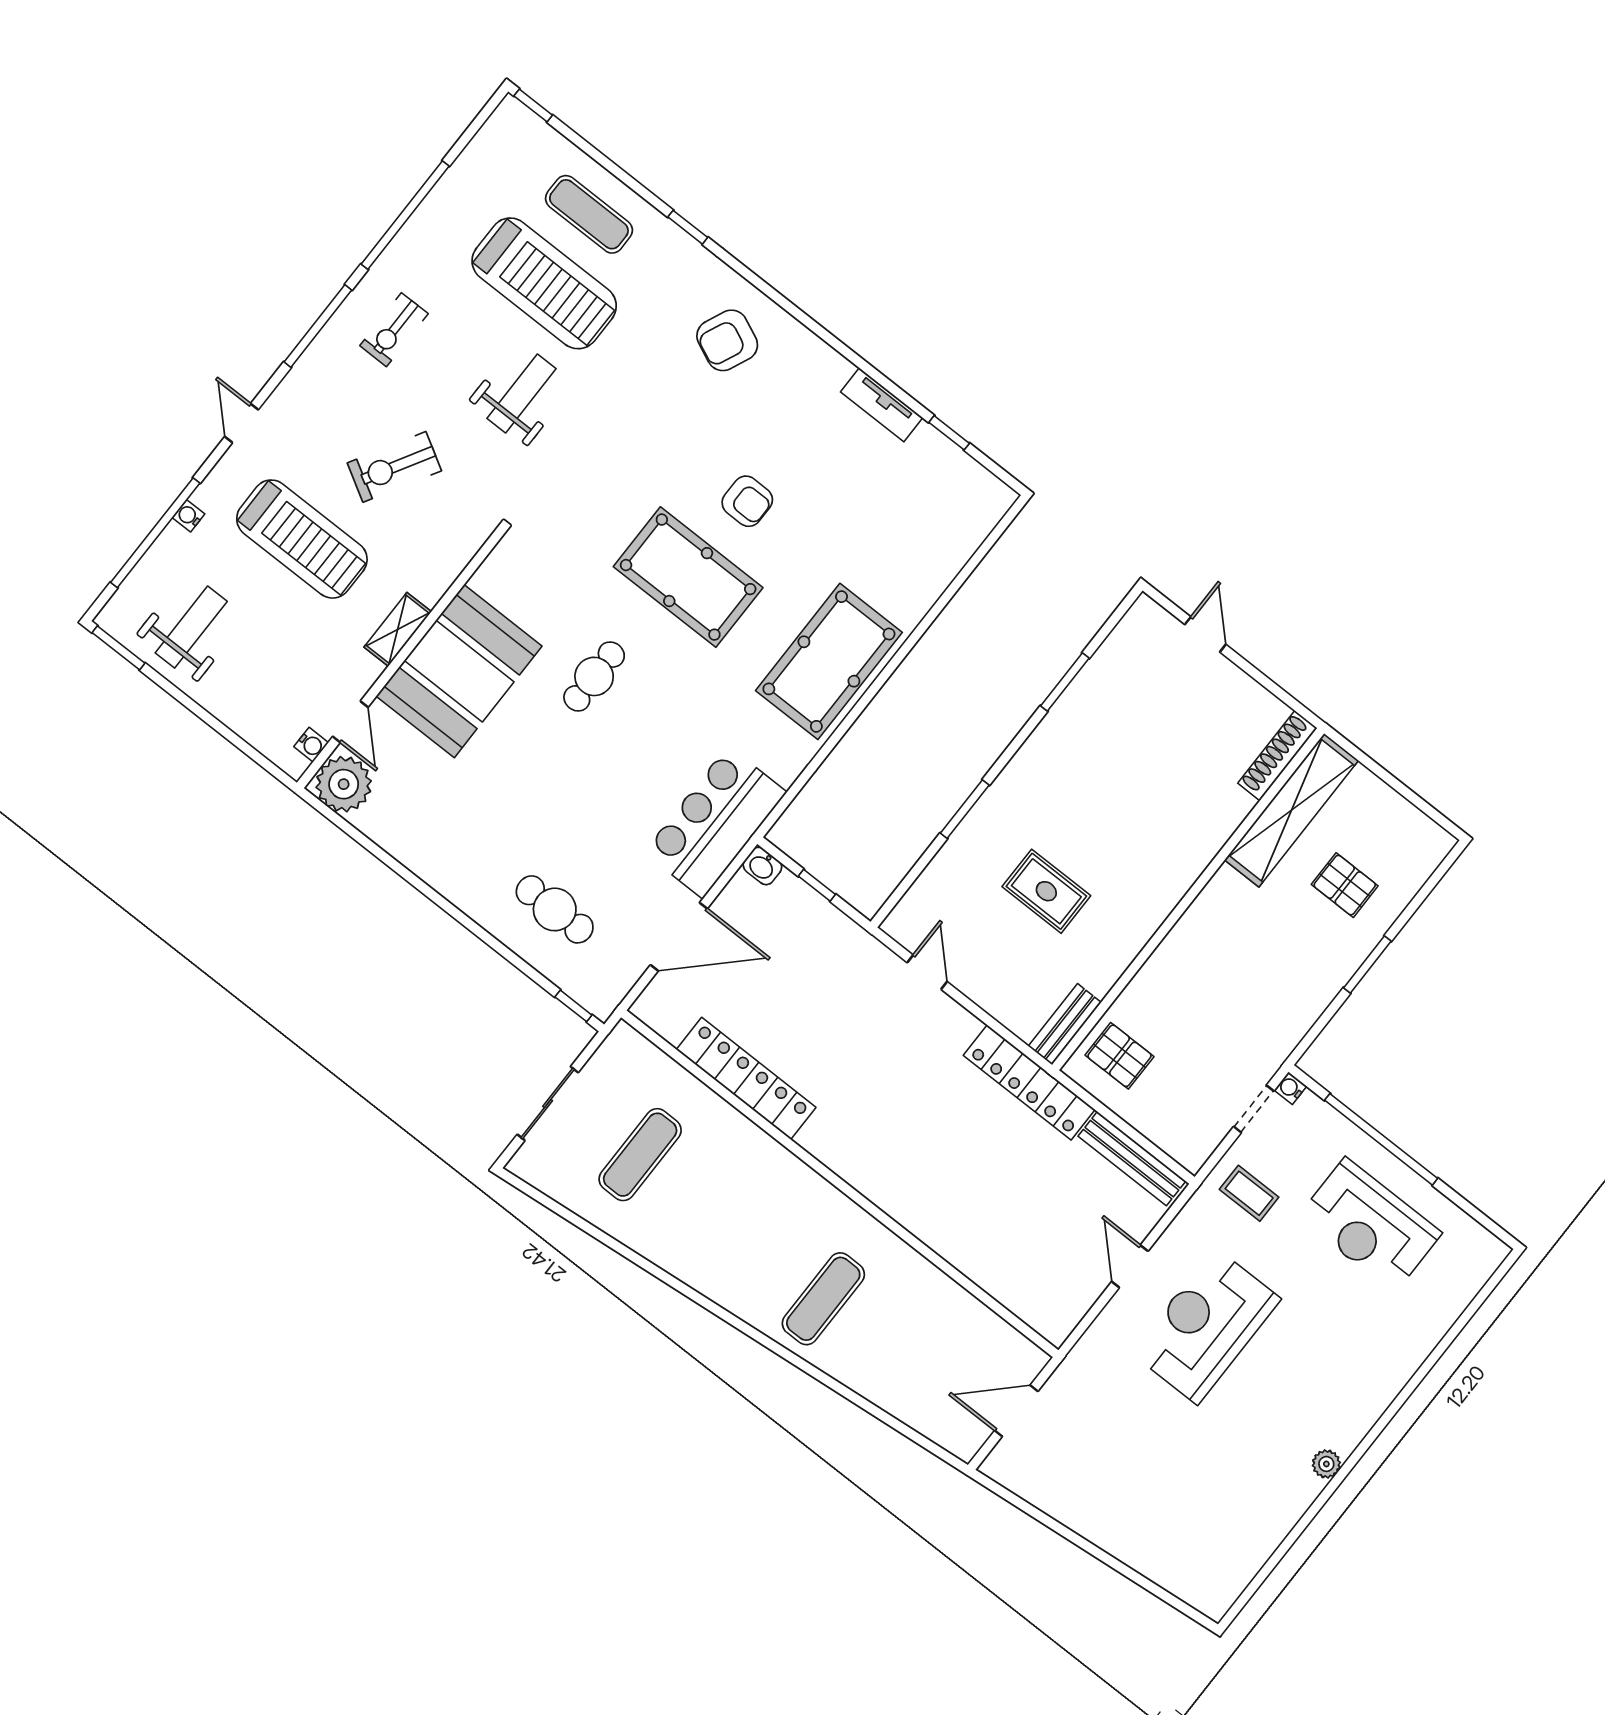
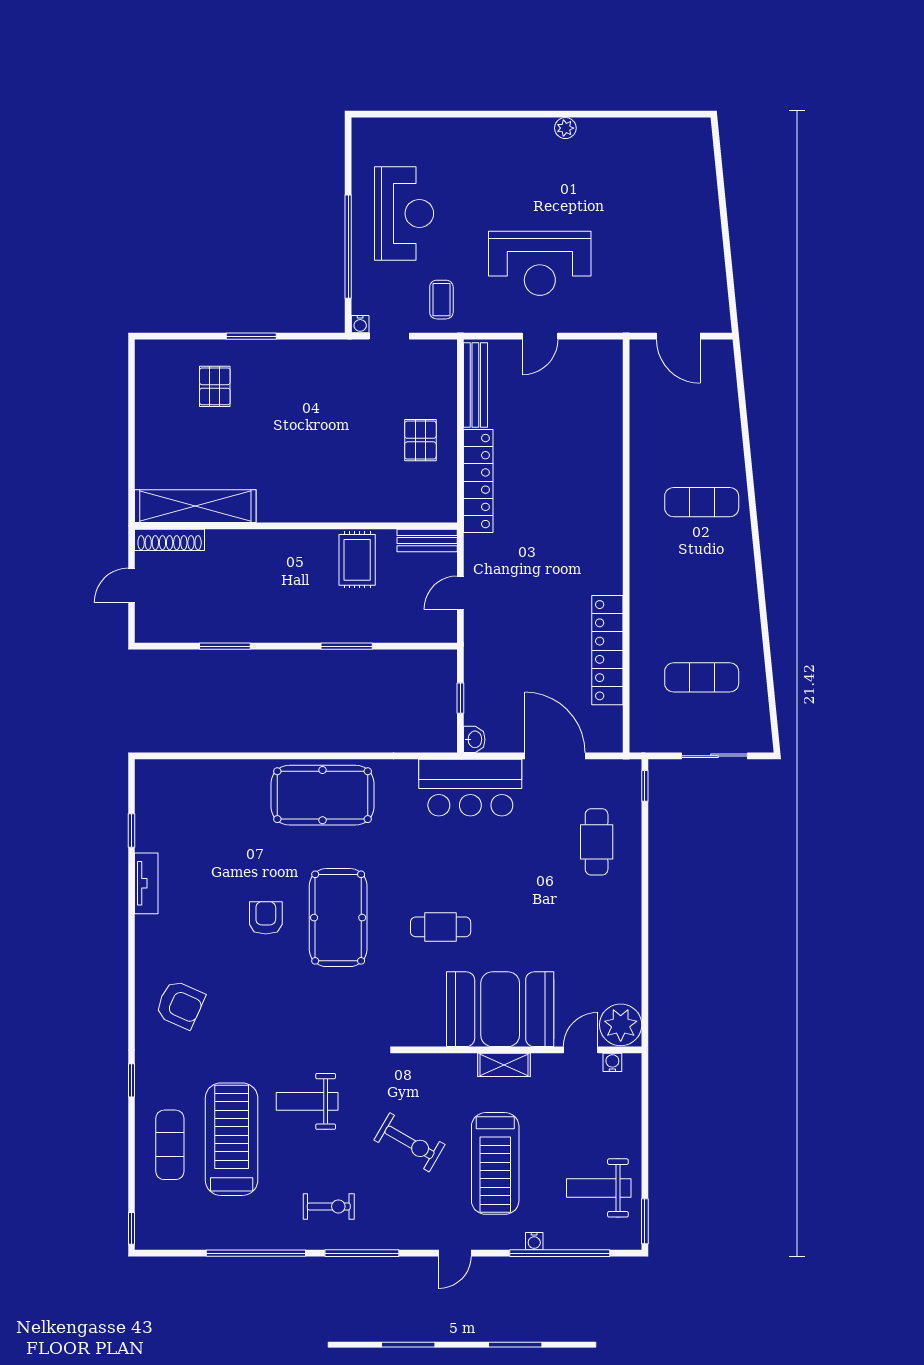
treadmill: (302, 539) -> (495, 1163), turned 180
shoe rack: (1277, 756) -> (170, 540), moved
shelving: (1291, 810) -> (195, 506), moved
wall: (1188, 899) -> (296, 526), moved
bench: (1065, 1024) -> (427, 541), moved

